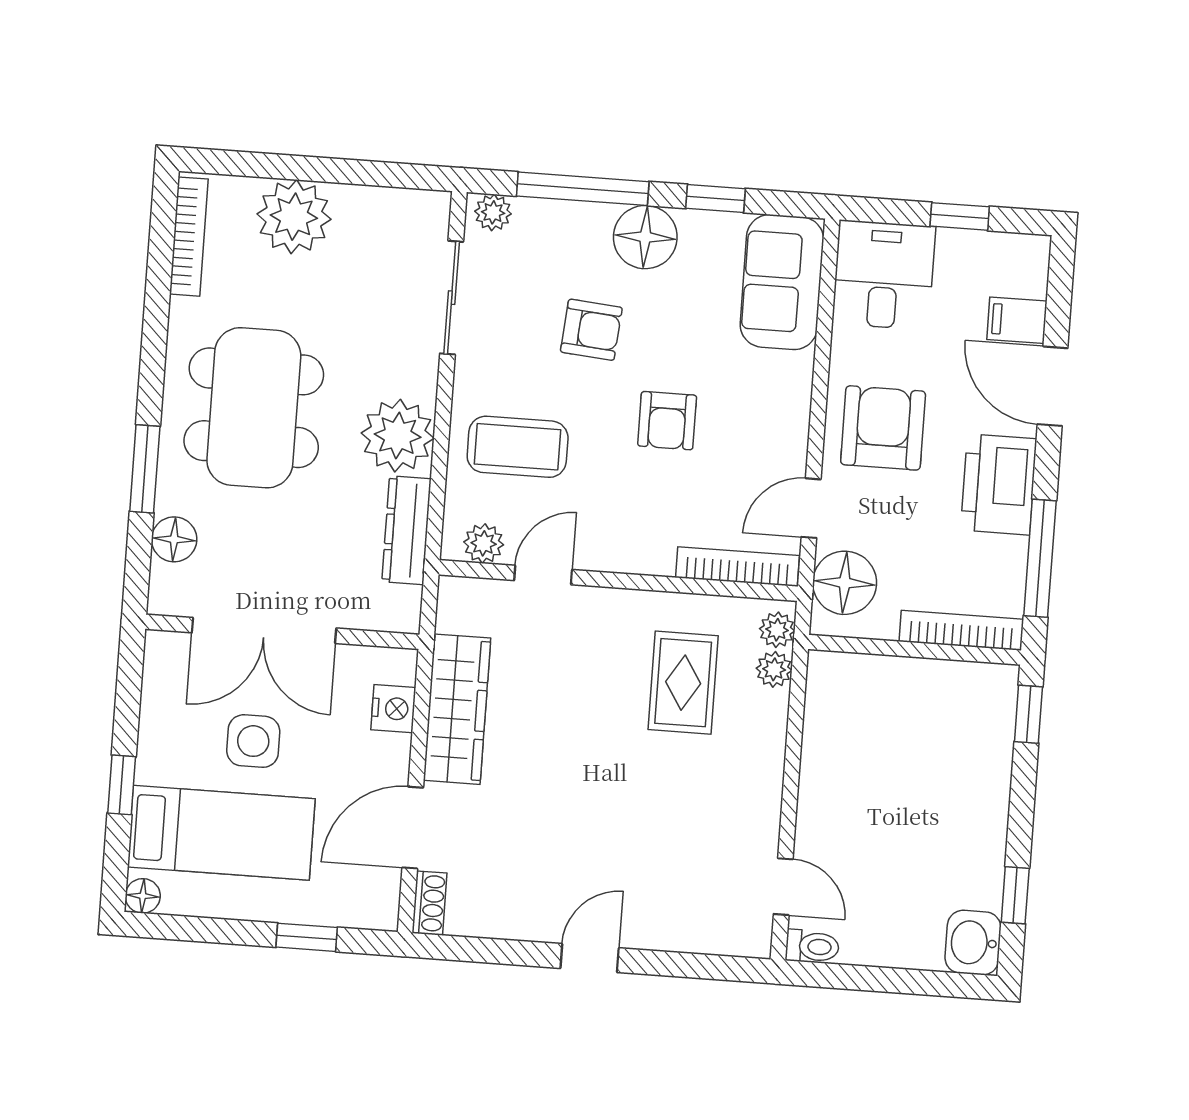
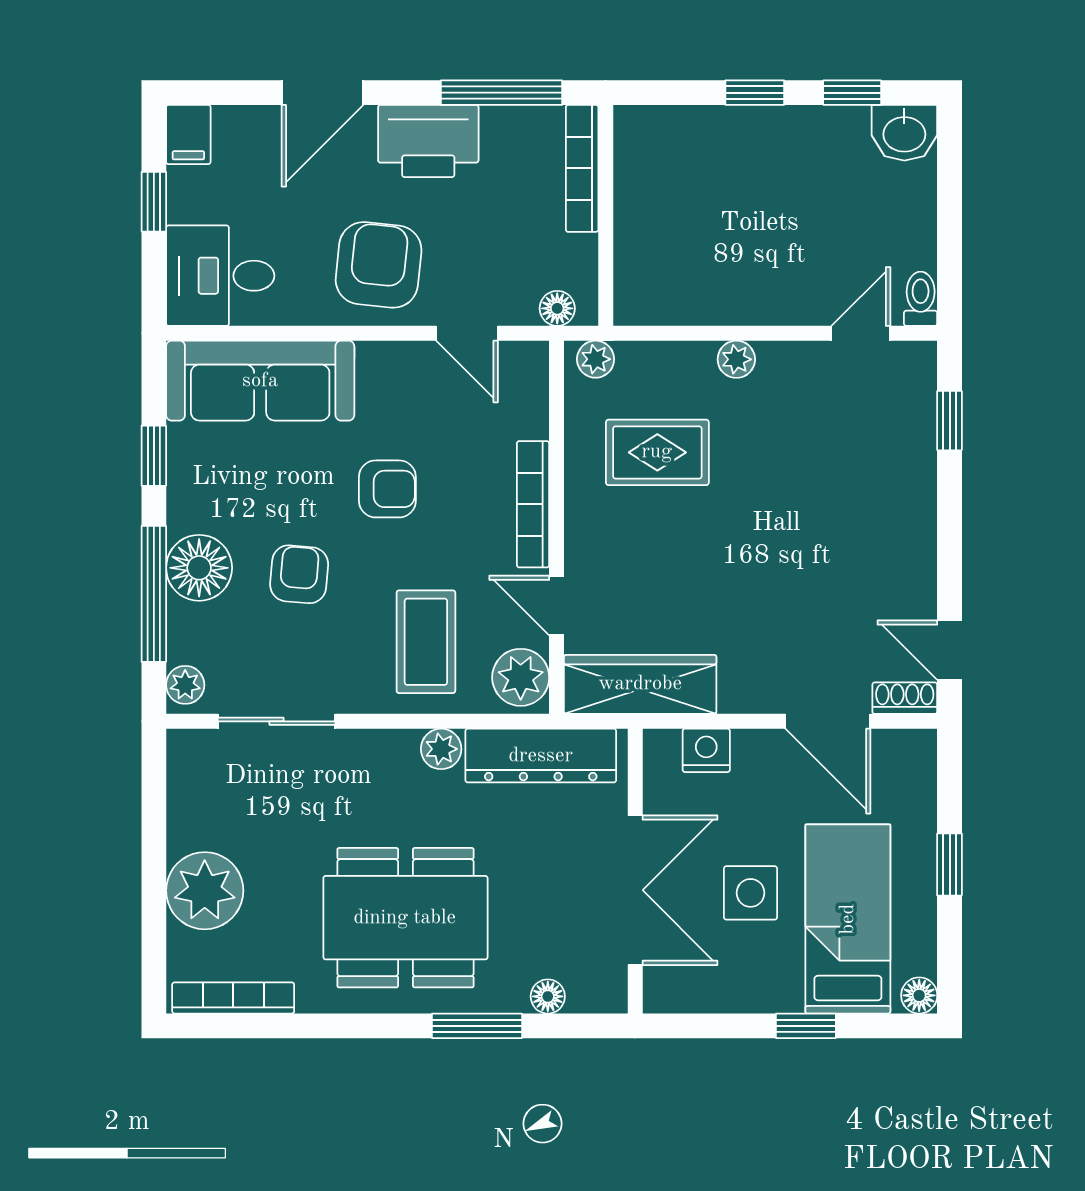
floor lamp: (645, 237) -> (199, 568), moved
sofa: (782, 282) -> (260, 381), width x1.36
filing cabinet: (1017, 320) -> (188, 135), moved
armchair: (883, 428) -> (379, 265), turned 96
plant: (398, 436) -> (441, 749), width x0.53, depth x0.53
dresser: (407, 530) -> (541, 756), width x1.37, depth x1.24
floor lamp: (174, 539) -> (548, 996), width x0.73, depth x0.73
plant: (484, 543) -> (521, 677), width x1.38, depth x1.38
bookcase: (737, 567) -> (533, 504), moved
floor lamp: (845, 583) -> (557, 308), width x0.53, depth x0.53
plant: (774, 669) -> (736, 359), moved
wardrobe: (457, 709) -> (640, 684), moved
window: (1028, 714) -> (755, 93), moved
window: (307, 937) -> (950, 865), moved
door: (590, 958) -> (950, 650), moved
window: (693, 966) -> (950, 421), added

